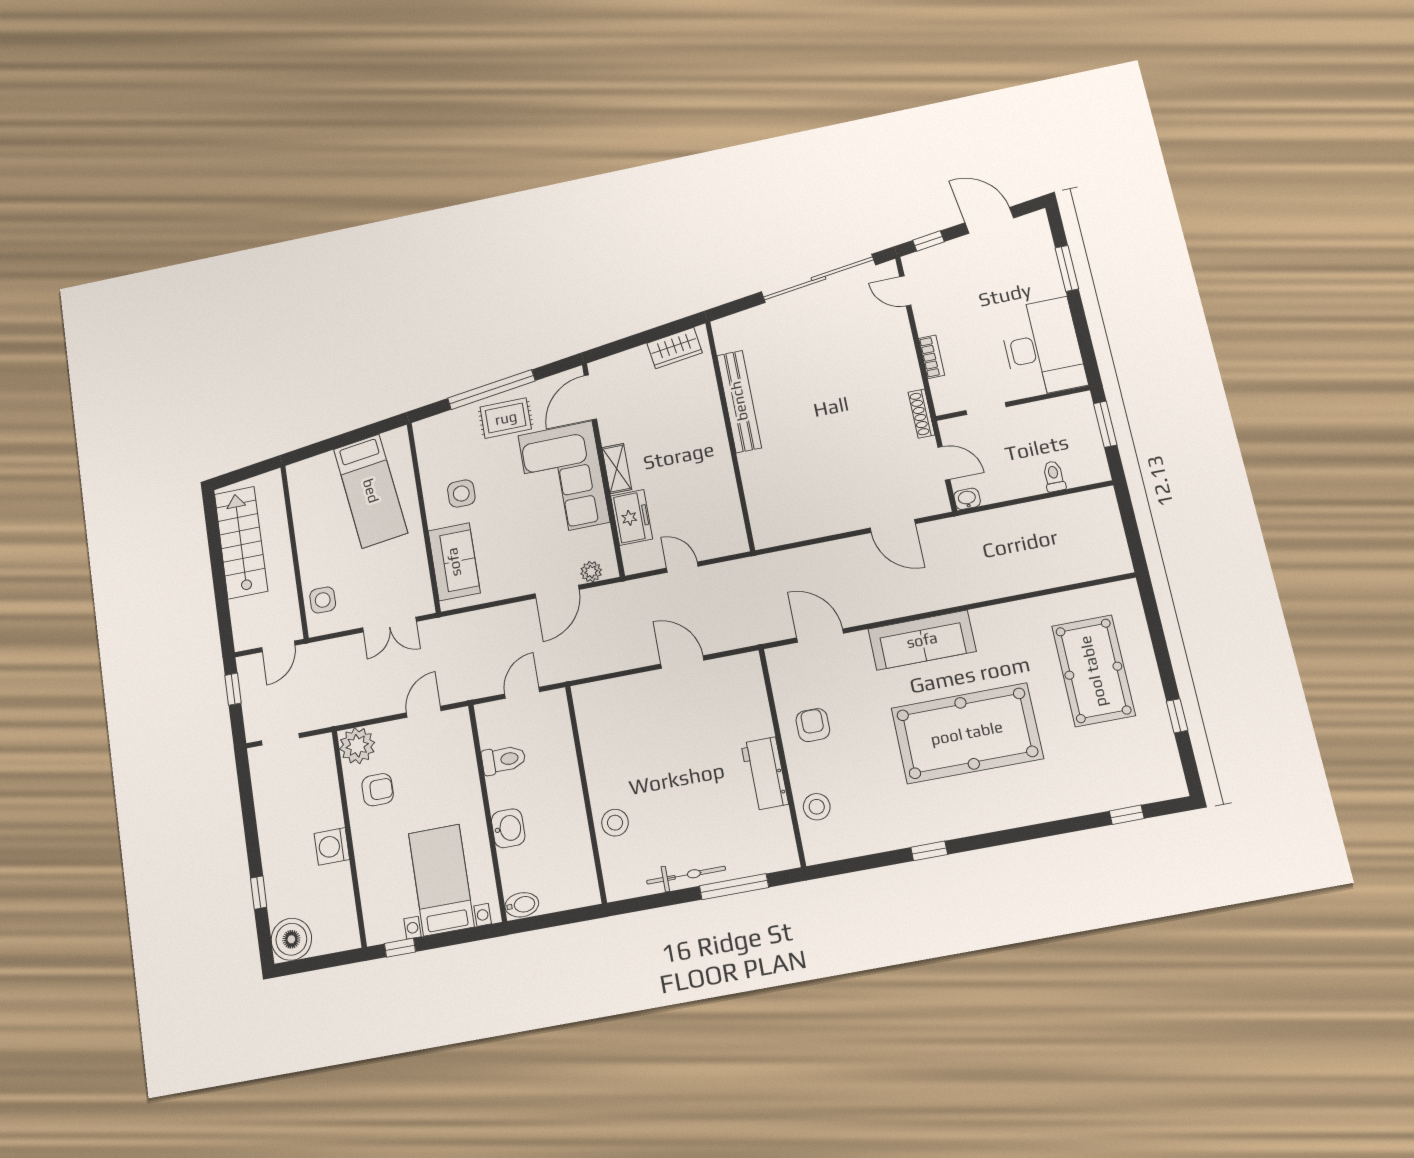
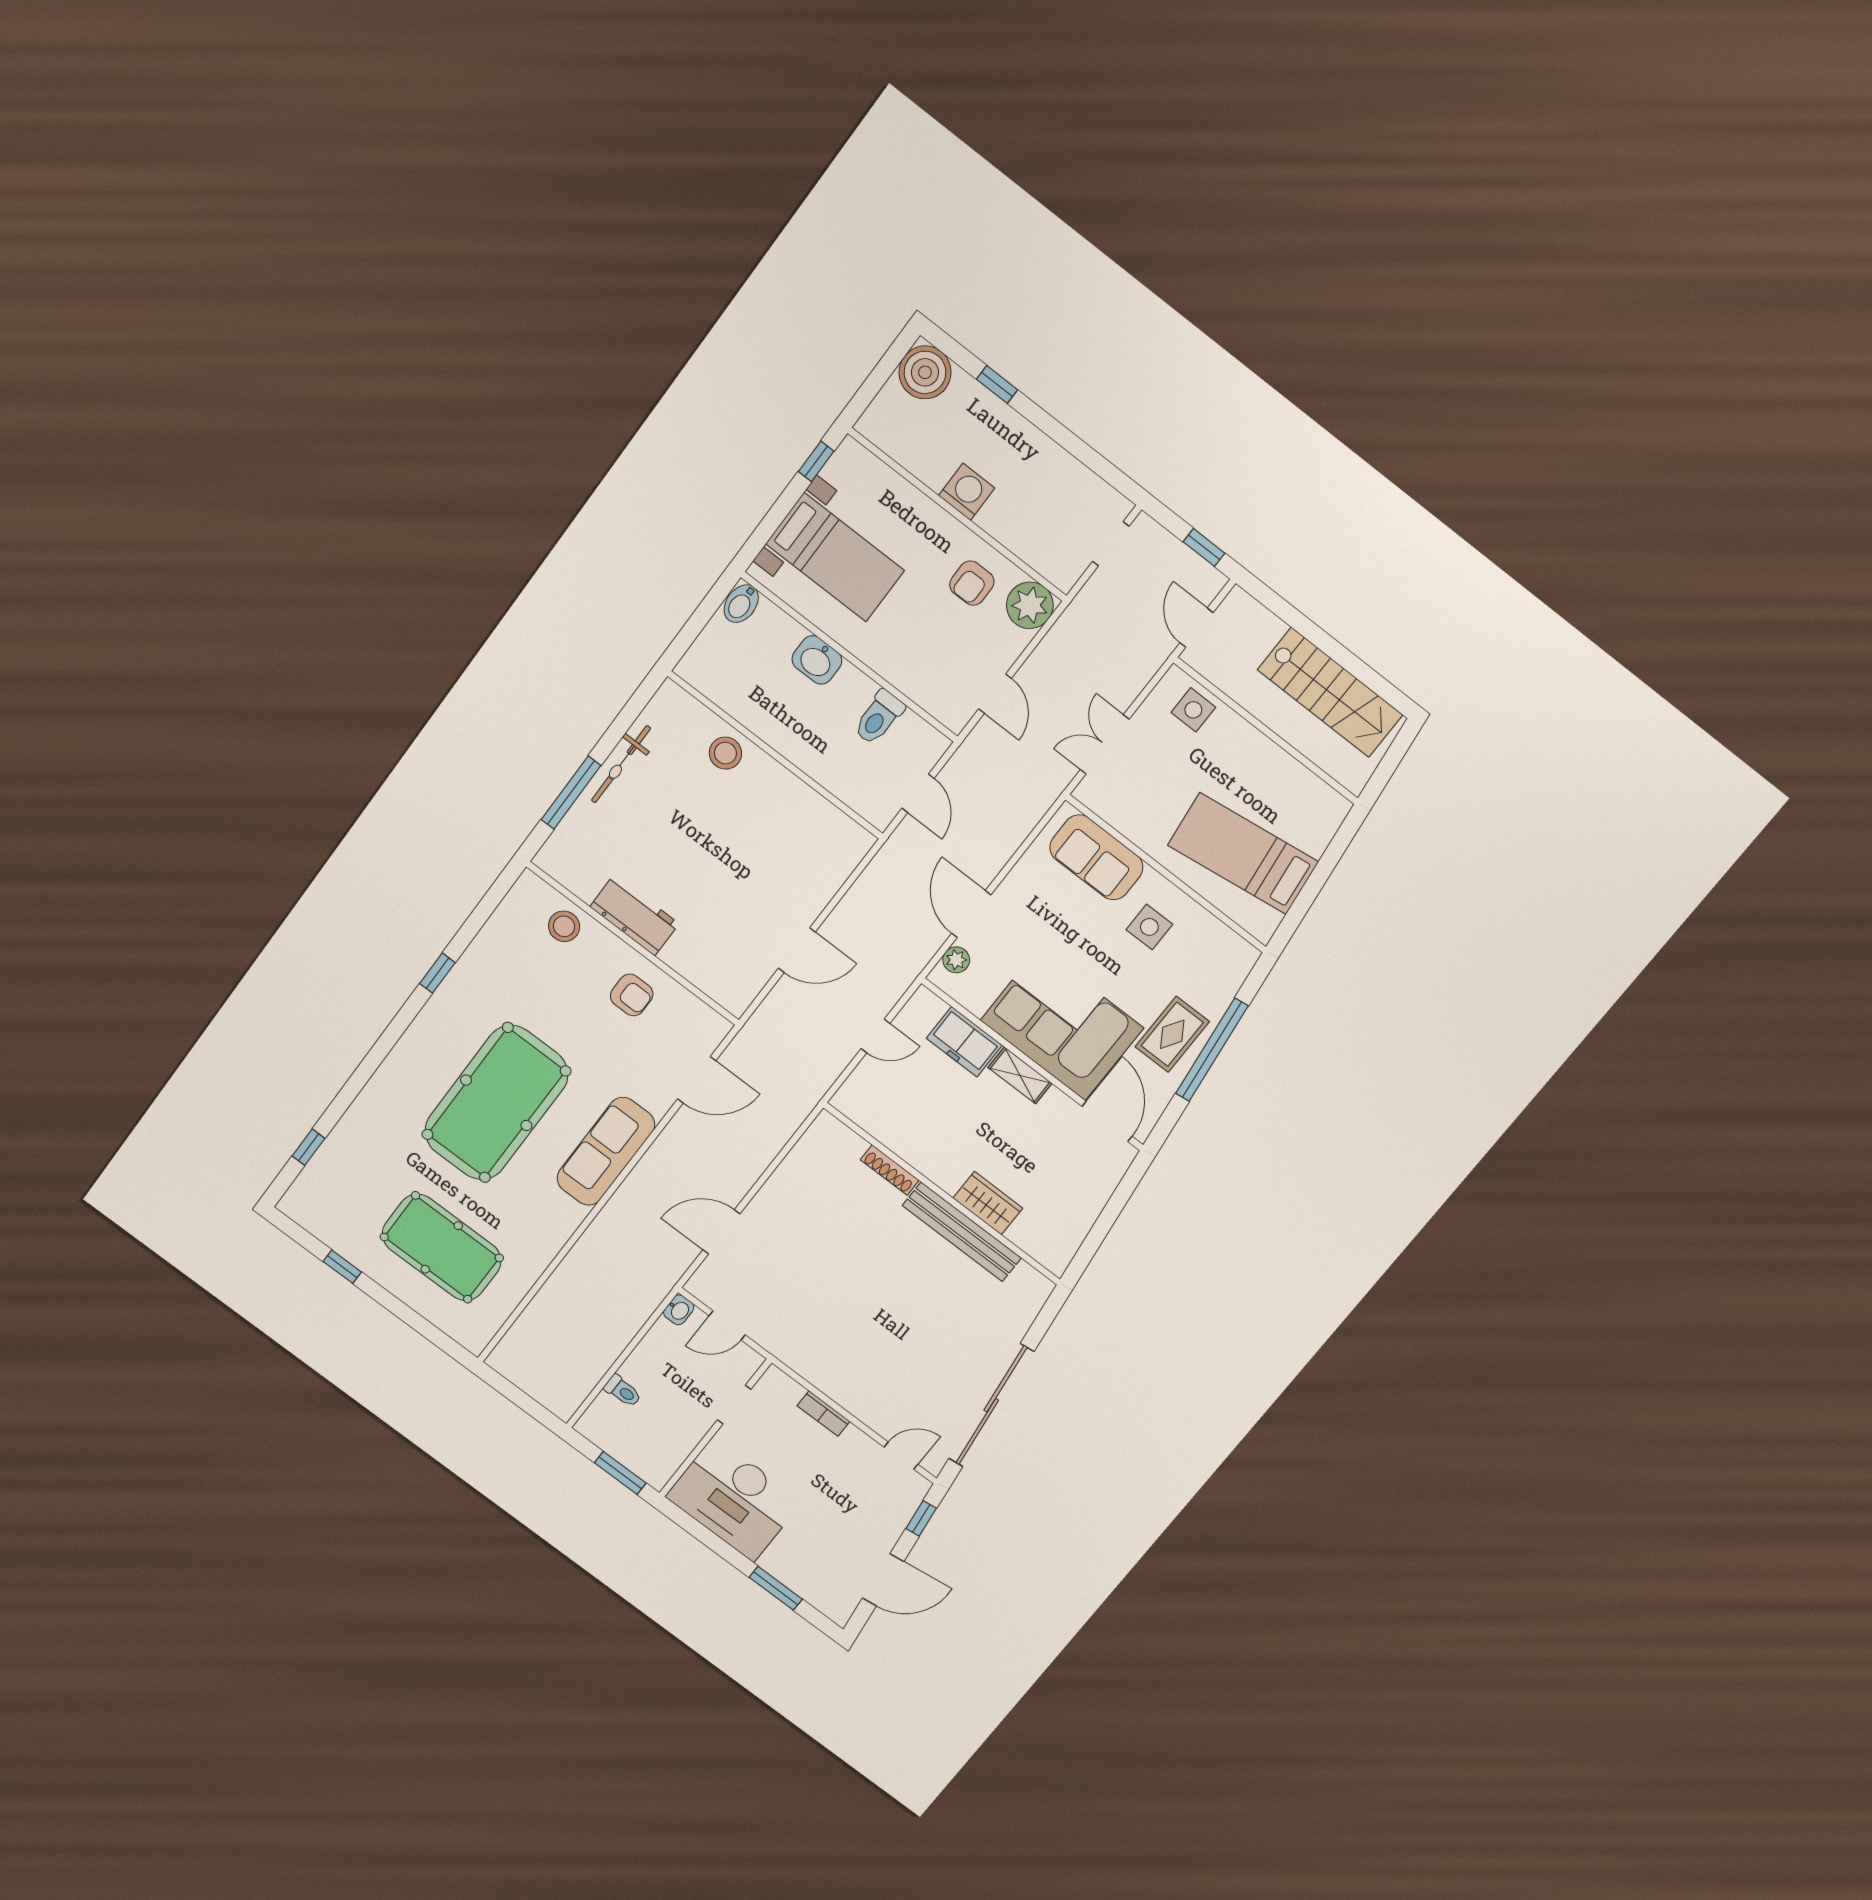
wardrobe: (675, 348) -> (988, 1203), moved, turned 98
shoe rack: (921, 414) -> (890, 1170), moved, turned 180

